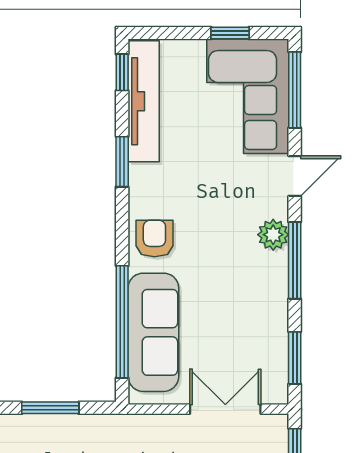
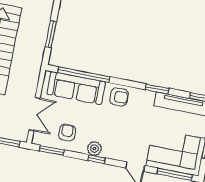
plant: (273, 235) -> (94, 149), moved
window: (295, 260) -> (96, 159), width x0.46
armchair: (251, 333) -> (67, 133), added

